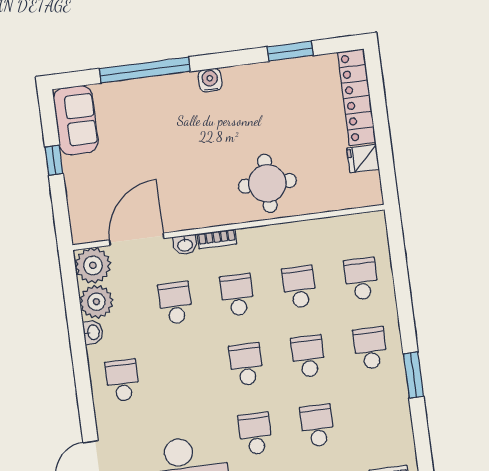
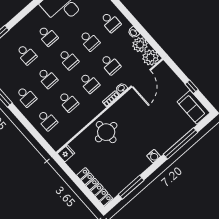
window: (290, 51) -> (131, 187), width x1.44
fridge: (363, 159) -> (66, 153), moved
school desk: (184, 372) -> (89, 41), added

